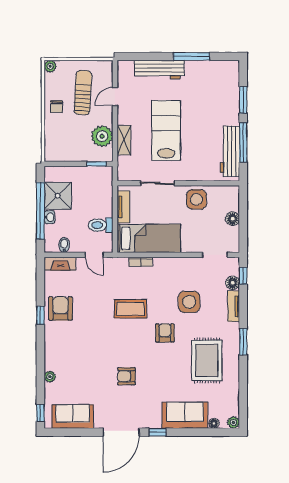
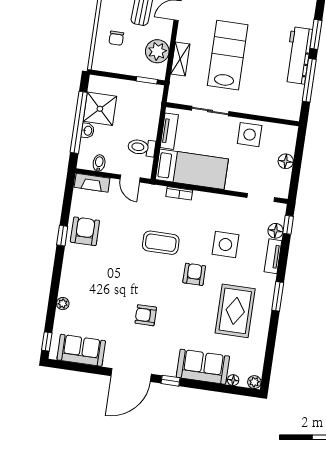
chair: (56, 107) -> (116, 38), moved
workbench: (230, 151) -> (298, 55), moved

